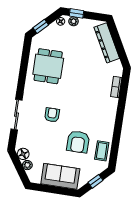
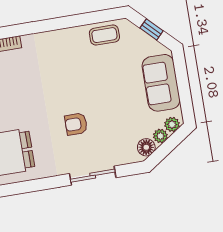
armchair: (78, 142) -> (103, 74), removed
plant: (32, 175) -> (172, 124), added

